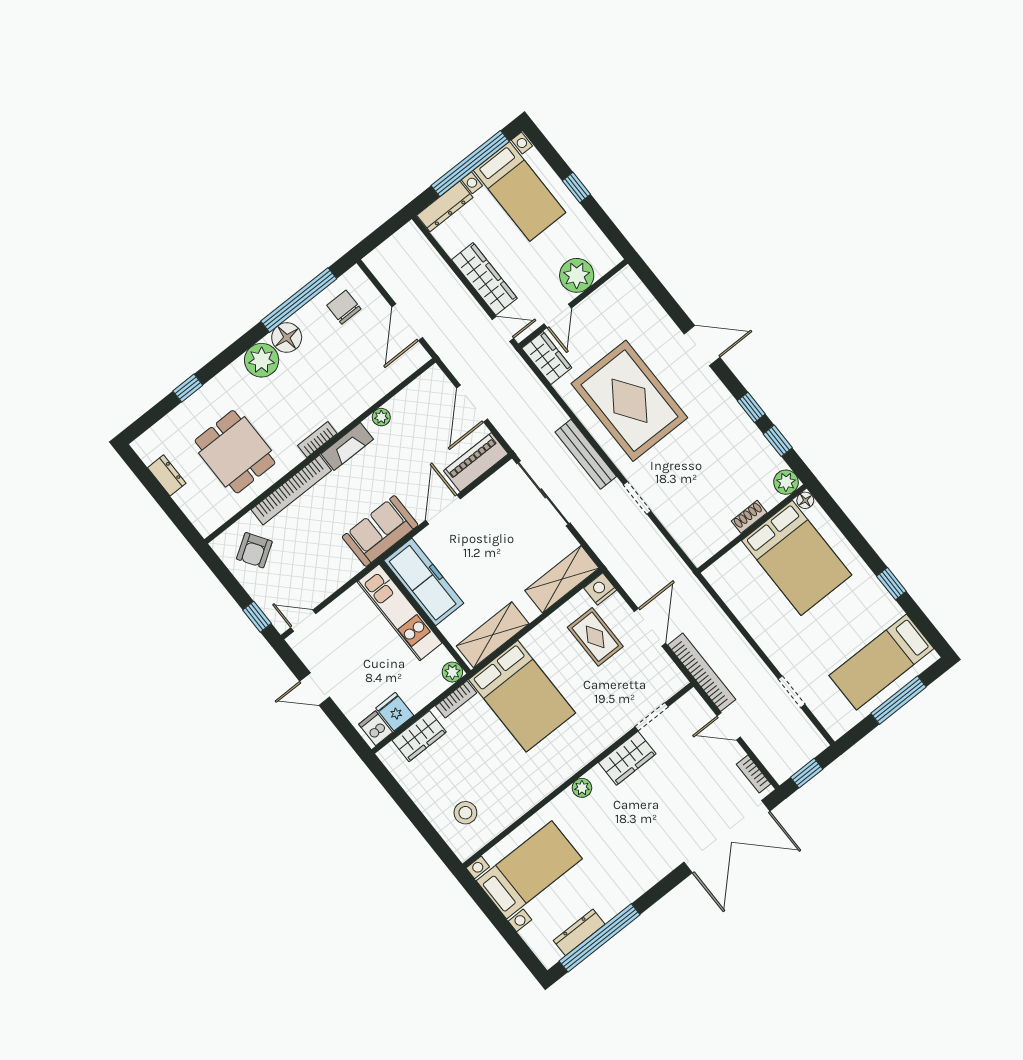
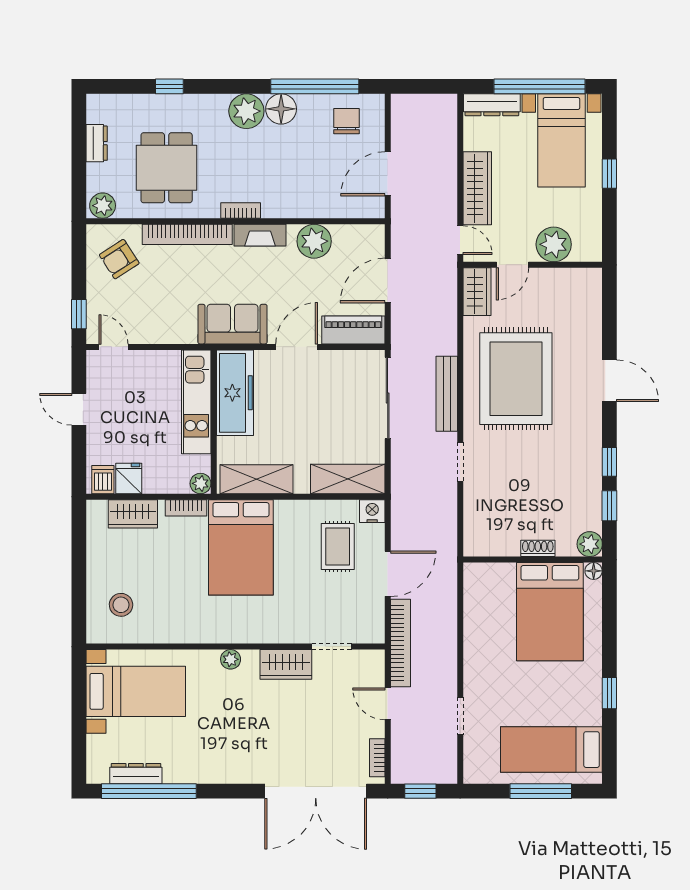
plant: (381, 417) -> (314, 241), width x1.87, depth x1.87
plant: (209, 519) -> (103, 206), added

